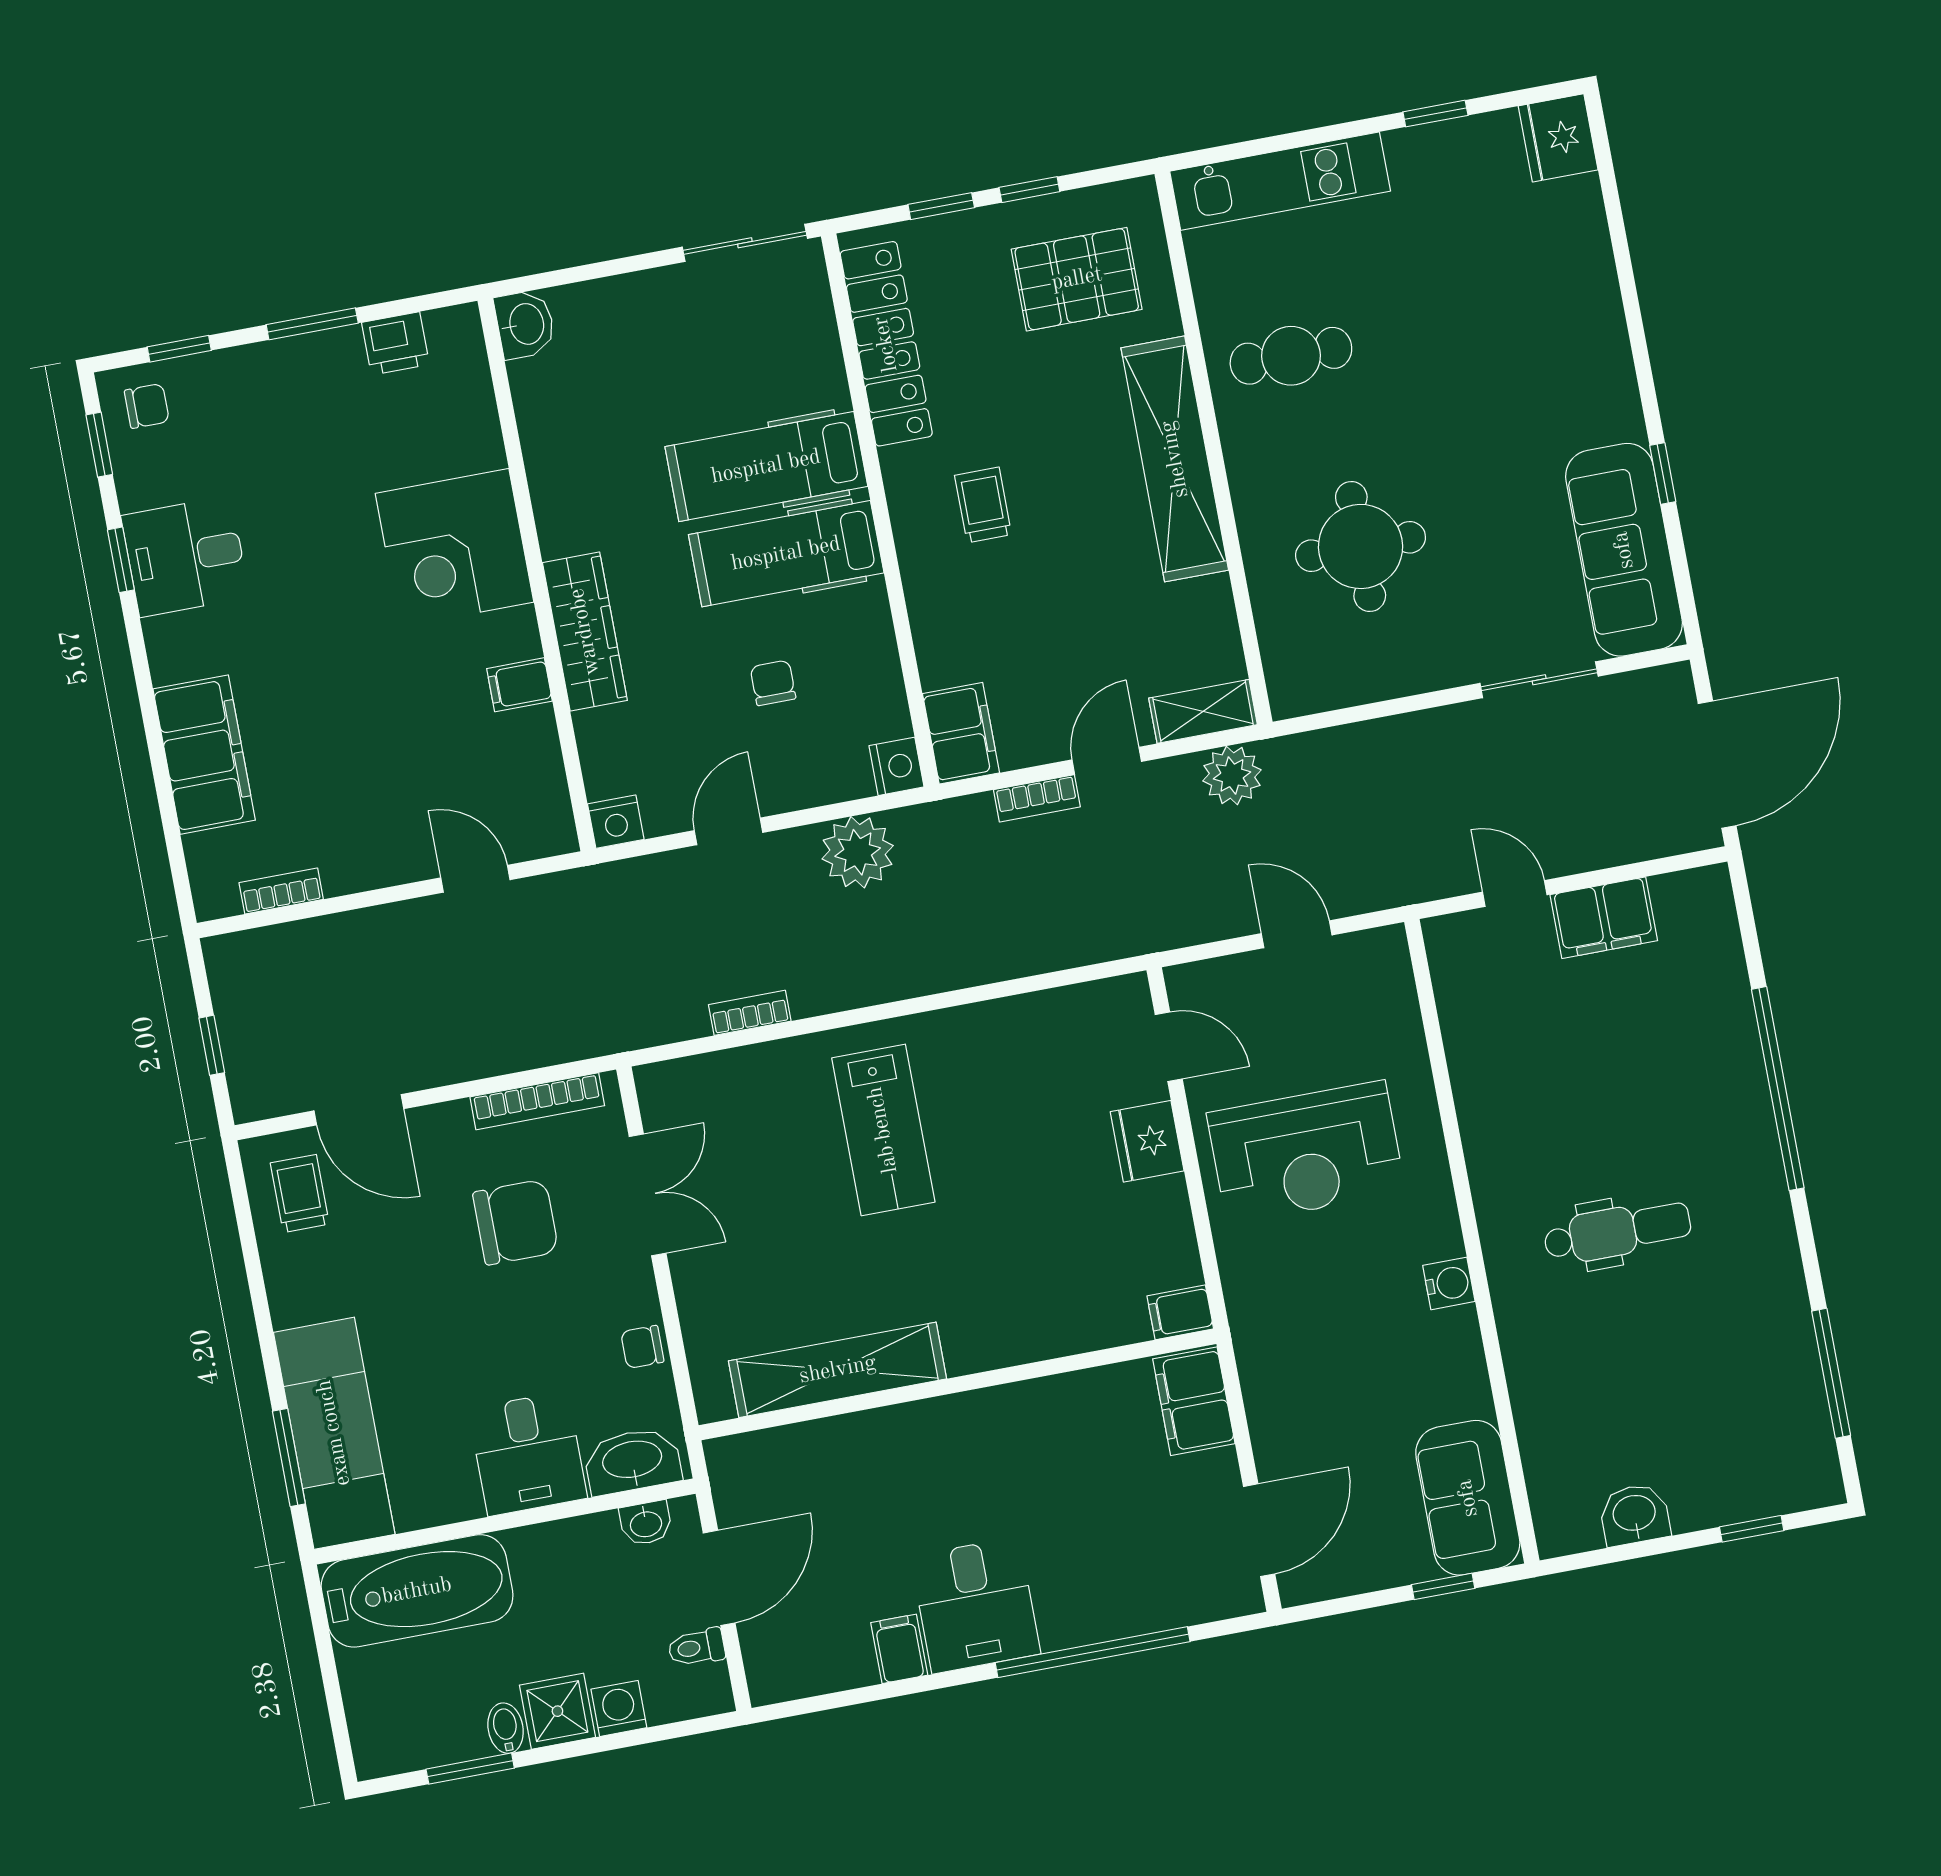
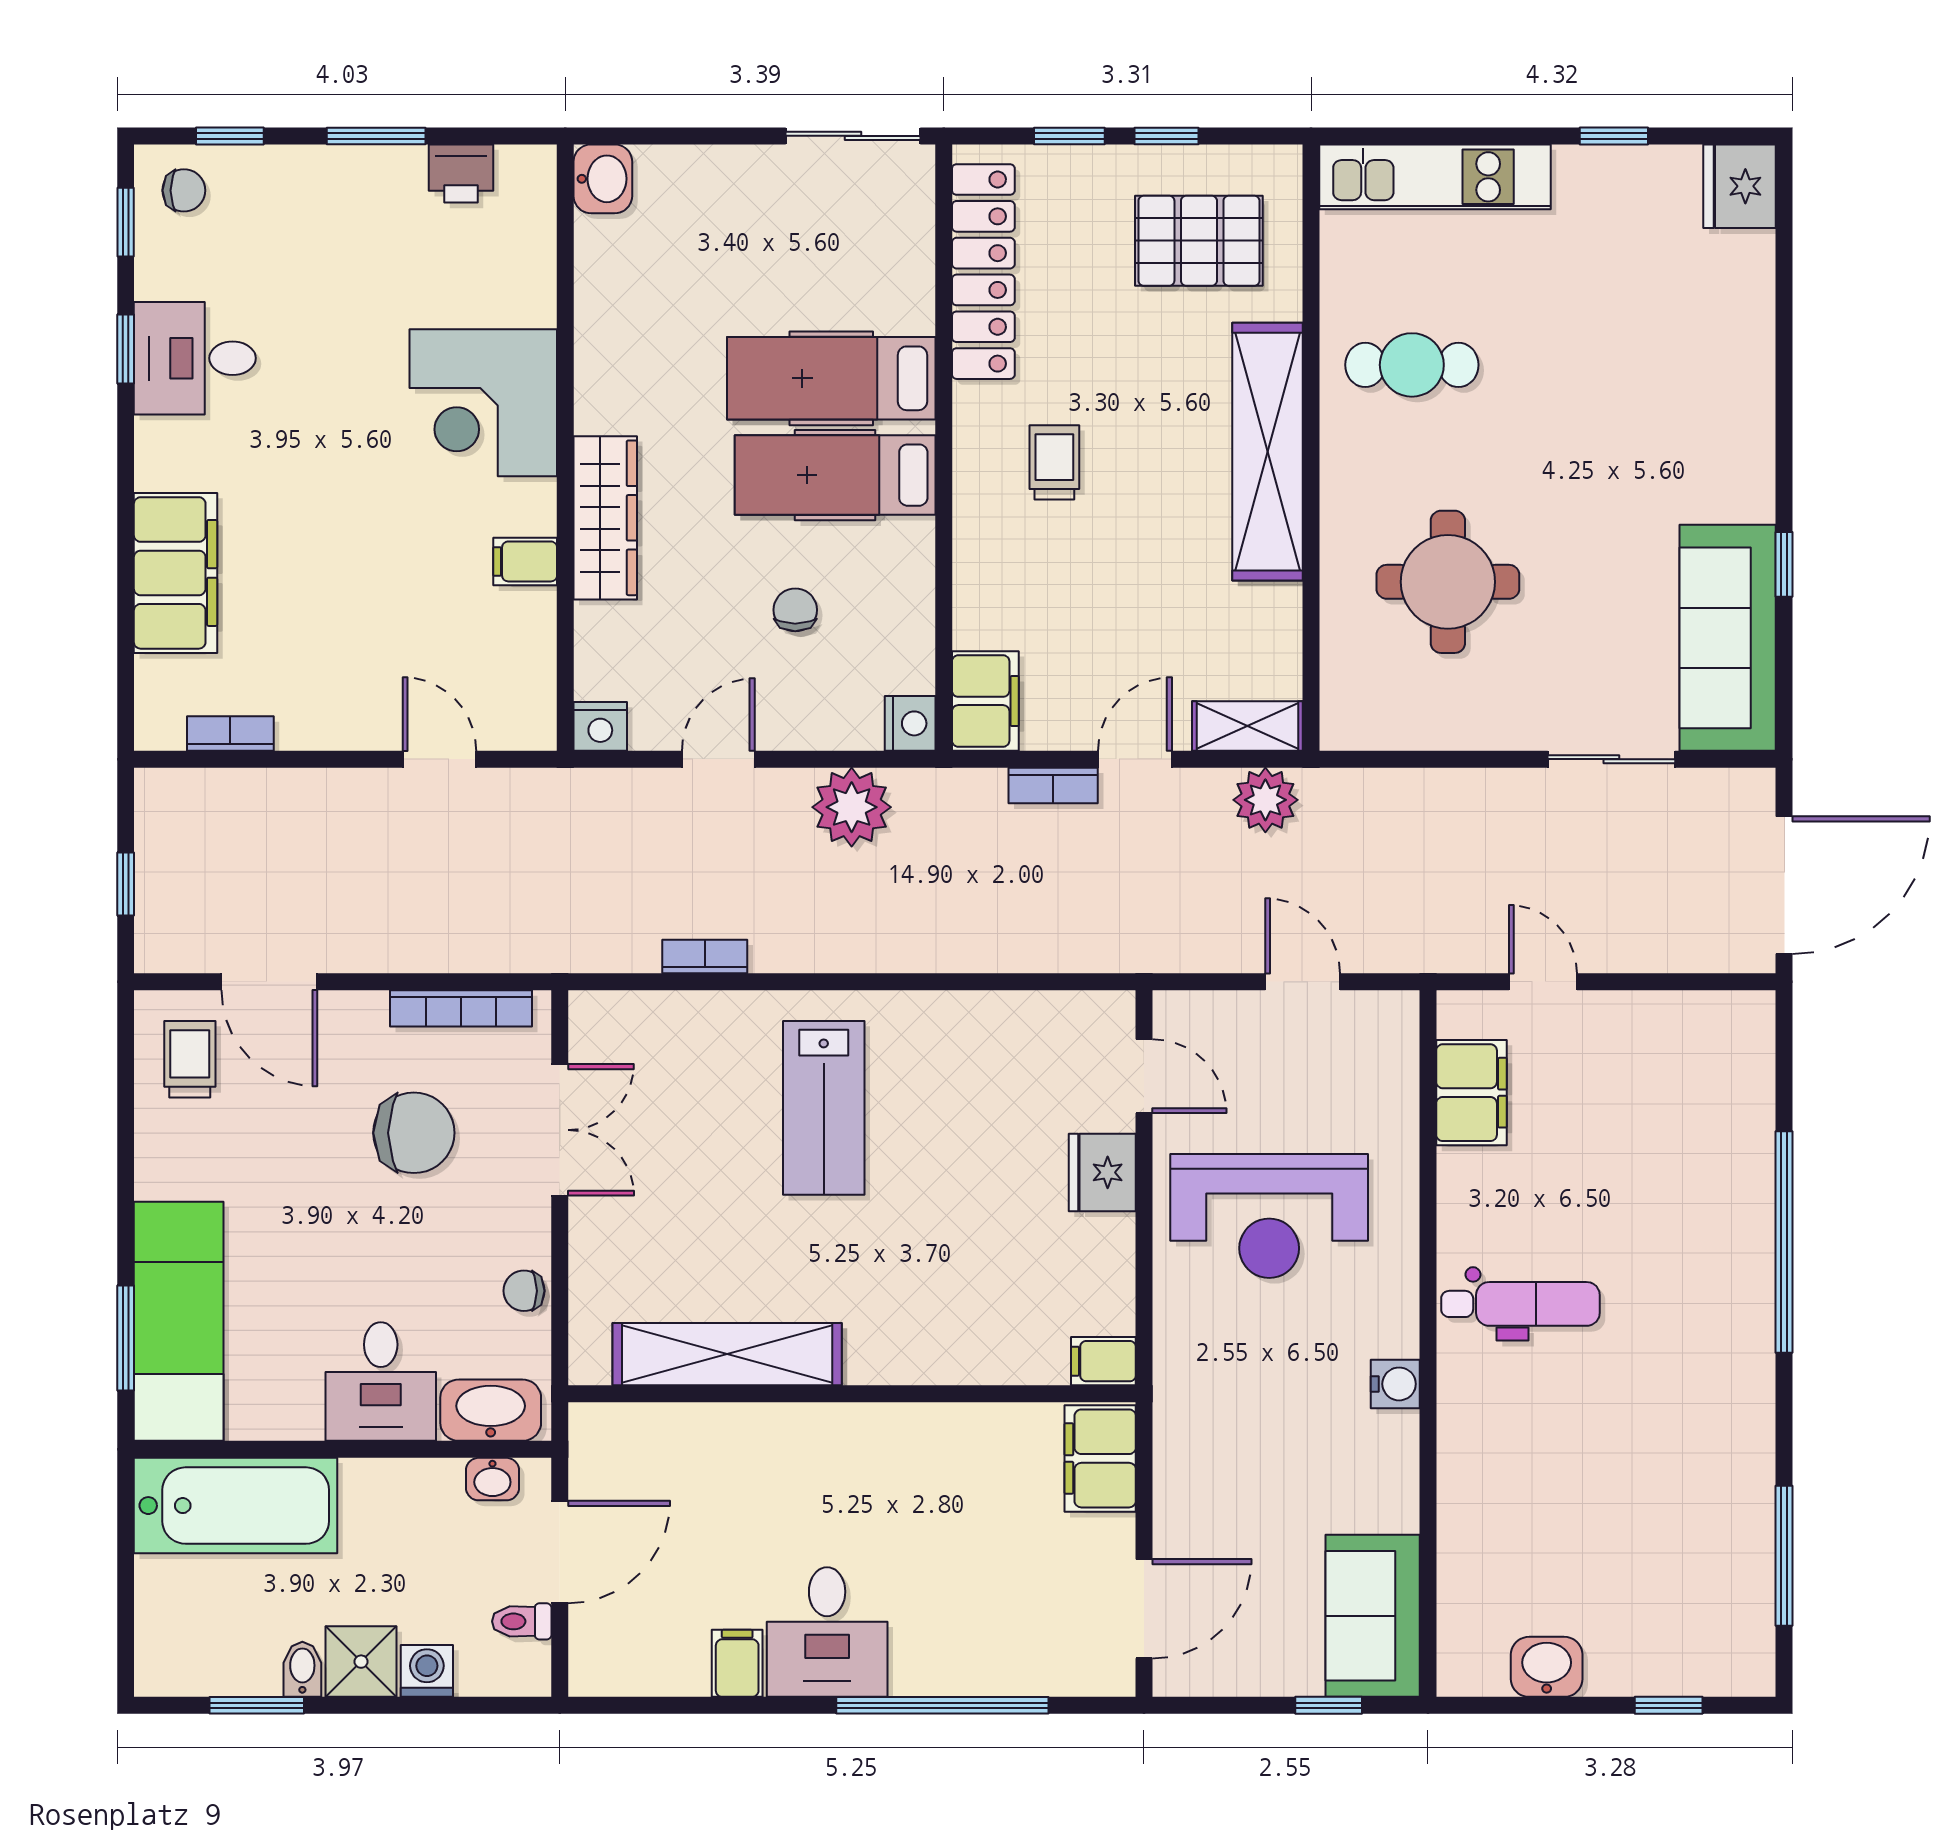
filing cabinet: (1604, 918) -> (1471, 1093), moved, turned -90
dental chair: (1617, 1232) -> (1520, 1304), moved

